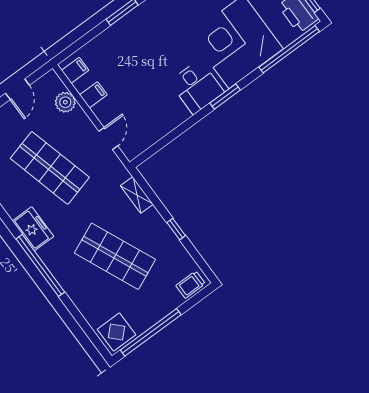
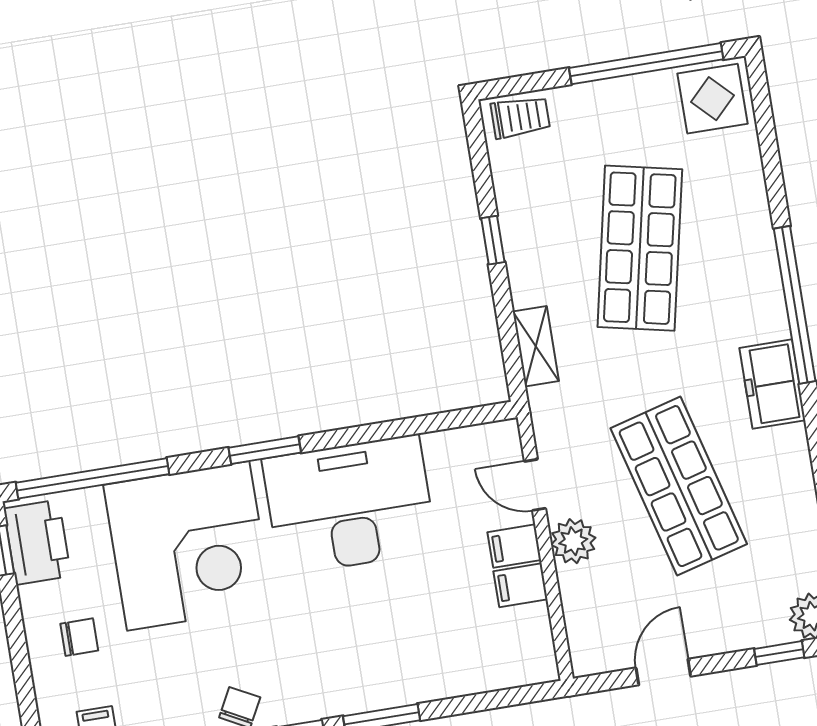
filing cabinet: (75, 70) -> (514, 546), moved
desk: (197, 87) -> (350, 505), width x1.87, depth x1.30
plant: (65, 102) -> (573, 541), moved
door: (108, 139) -> (535, 485), hinge flipped
shop shelf: (115, 256) -> (640, 248), turned 36

